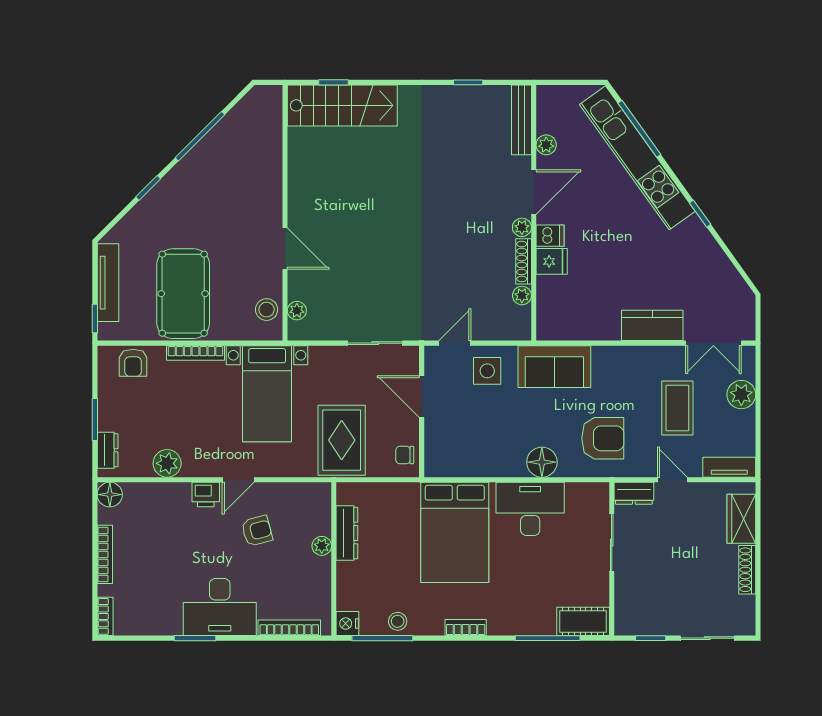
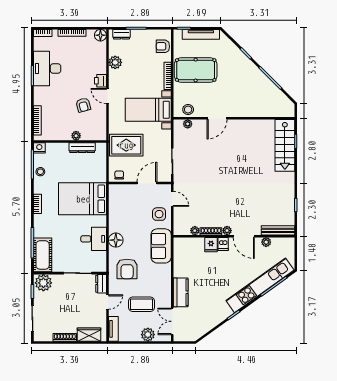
desk: (530, 509) -> (94, 239), width x0.73
desk: (220, 607) -> (47, 69), moved
plant: (632, 615) -> (43, 283), added
cot: (583, 621) -> (43, 255), width x1.37, depth x1.34

